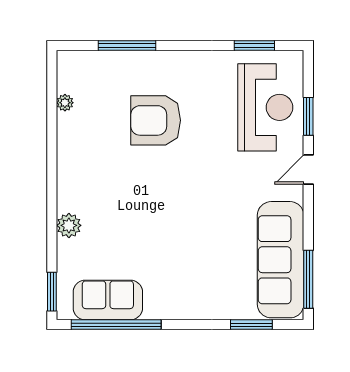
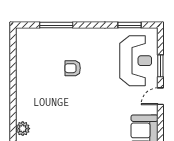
plant: (65, 103) -> (20, 58), removed
armchair: (156, 120) -> (73, 68), width x0.53, depth x0.53

